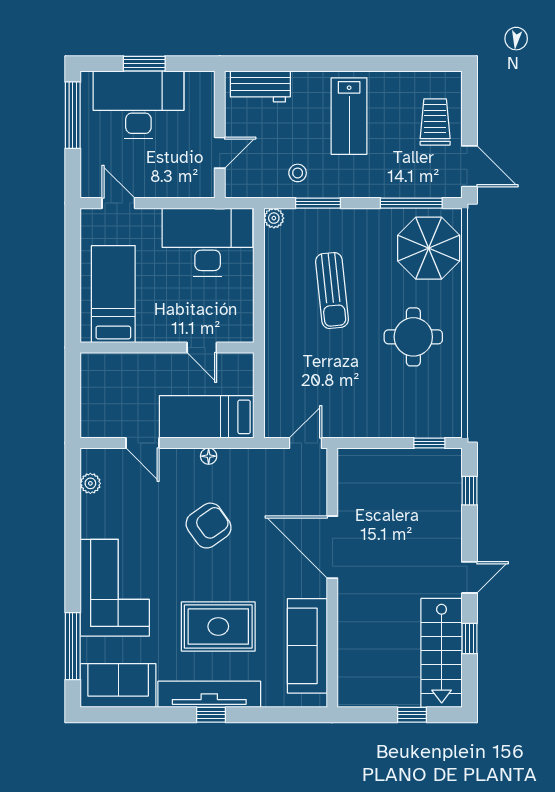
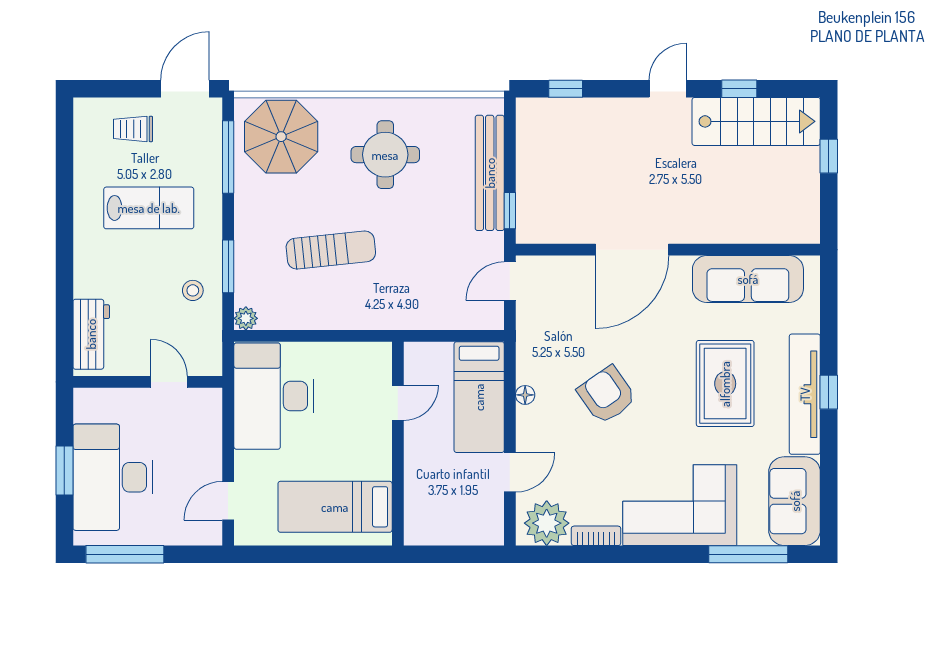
lab bench: (349, 116) -> (149, 208), moved
trolley: (435, 122) -> (133, 129), width x0.73, depth x0.72
bench: (398, 426) -> (490, 173), added
door: (306, 443) -> (510, 281), hinge flipped
window: (429, 443) -> (510, 211), moved
plant: (90, 483) -> (547, 523), width x1.88, depth x1.88
bookcase: (89, 516) -> (596, 536), added
door: (469, 577) -> (668, 89), hinge flipped

